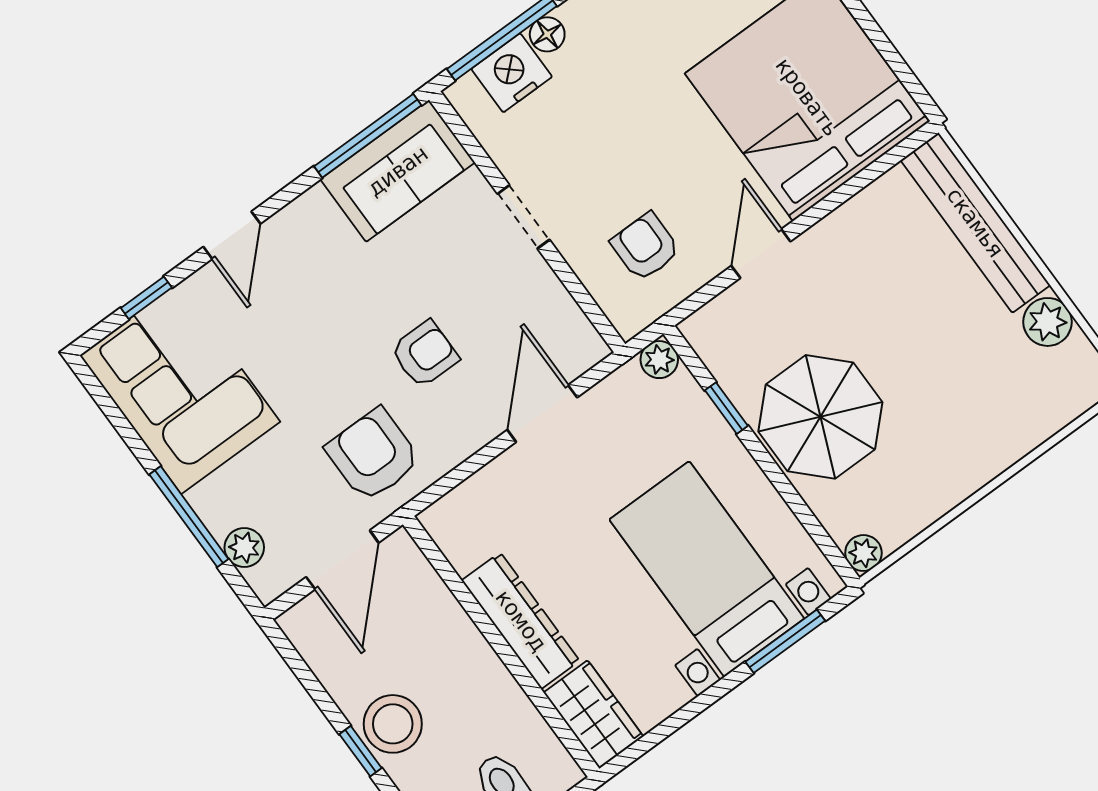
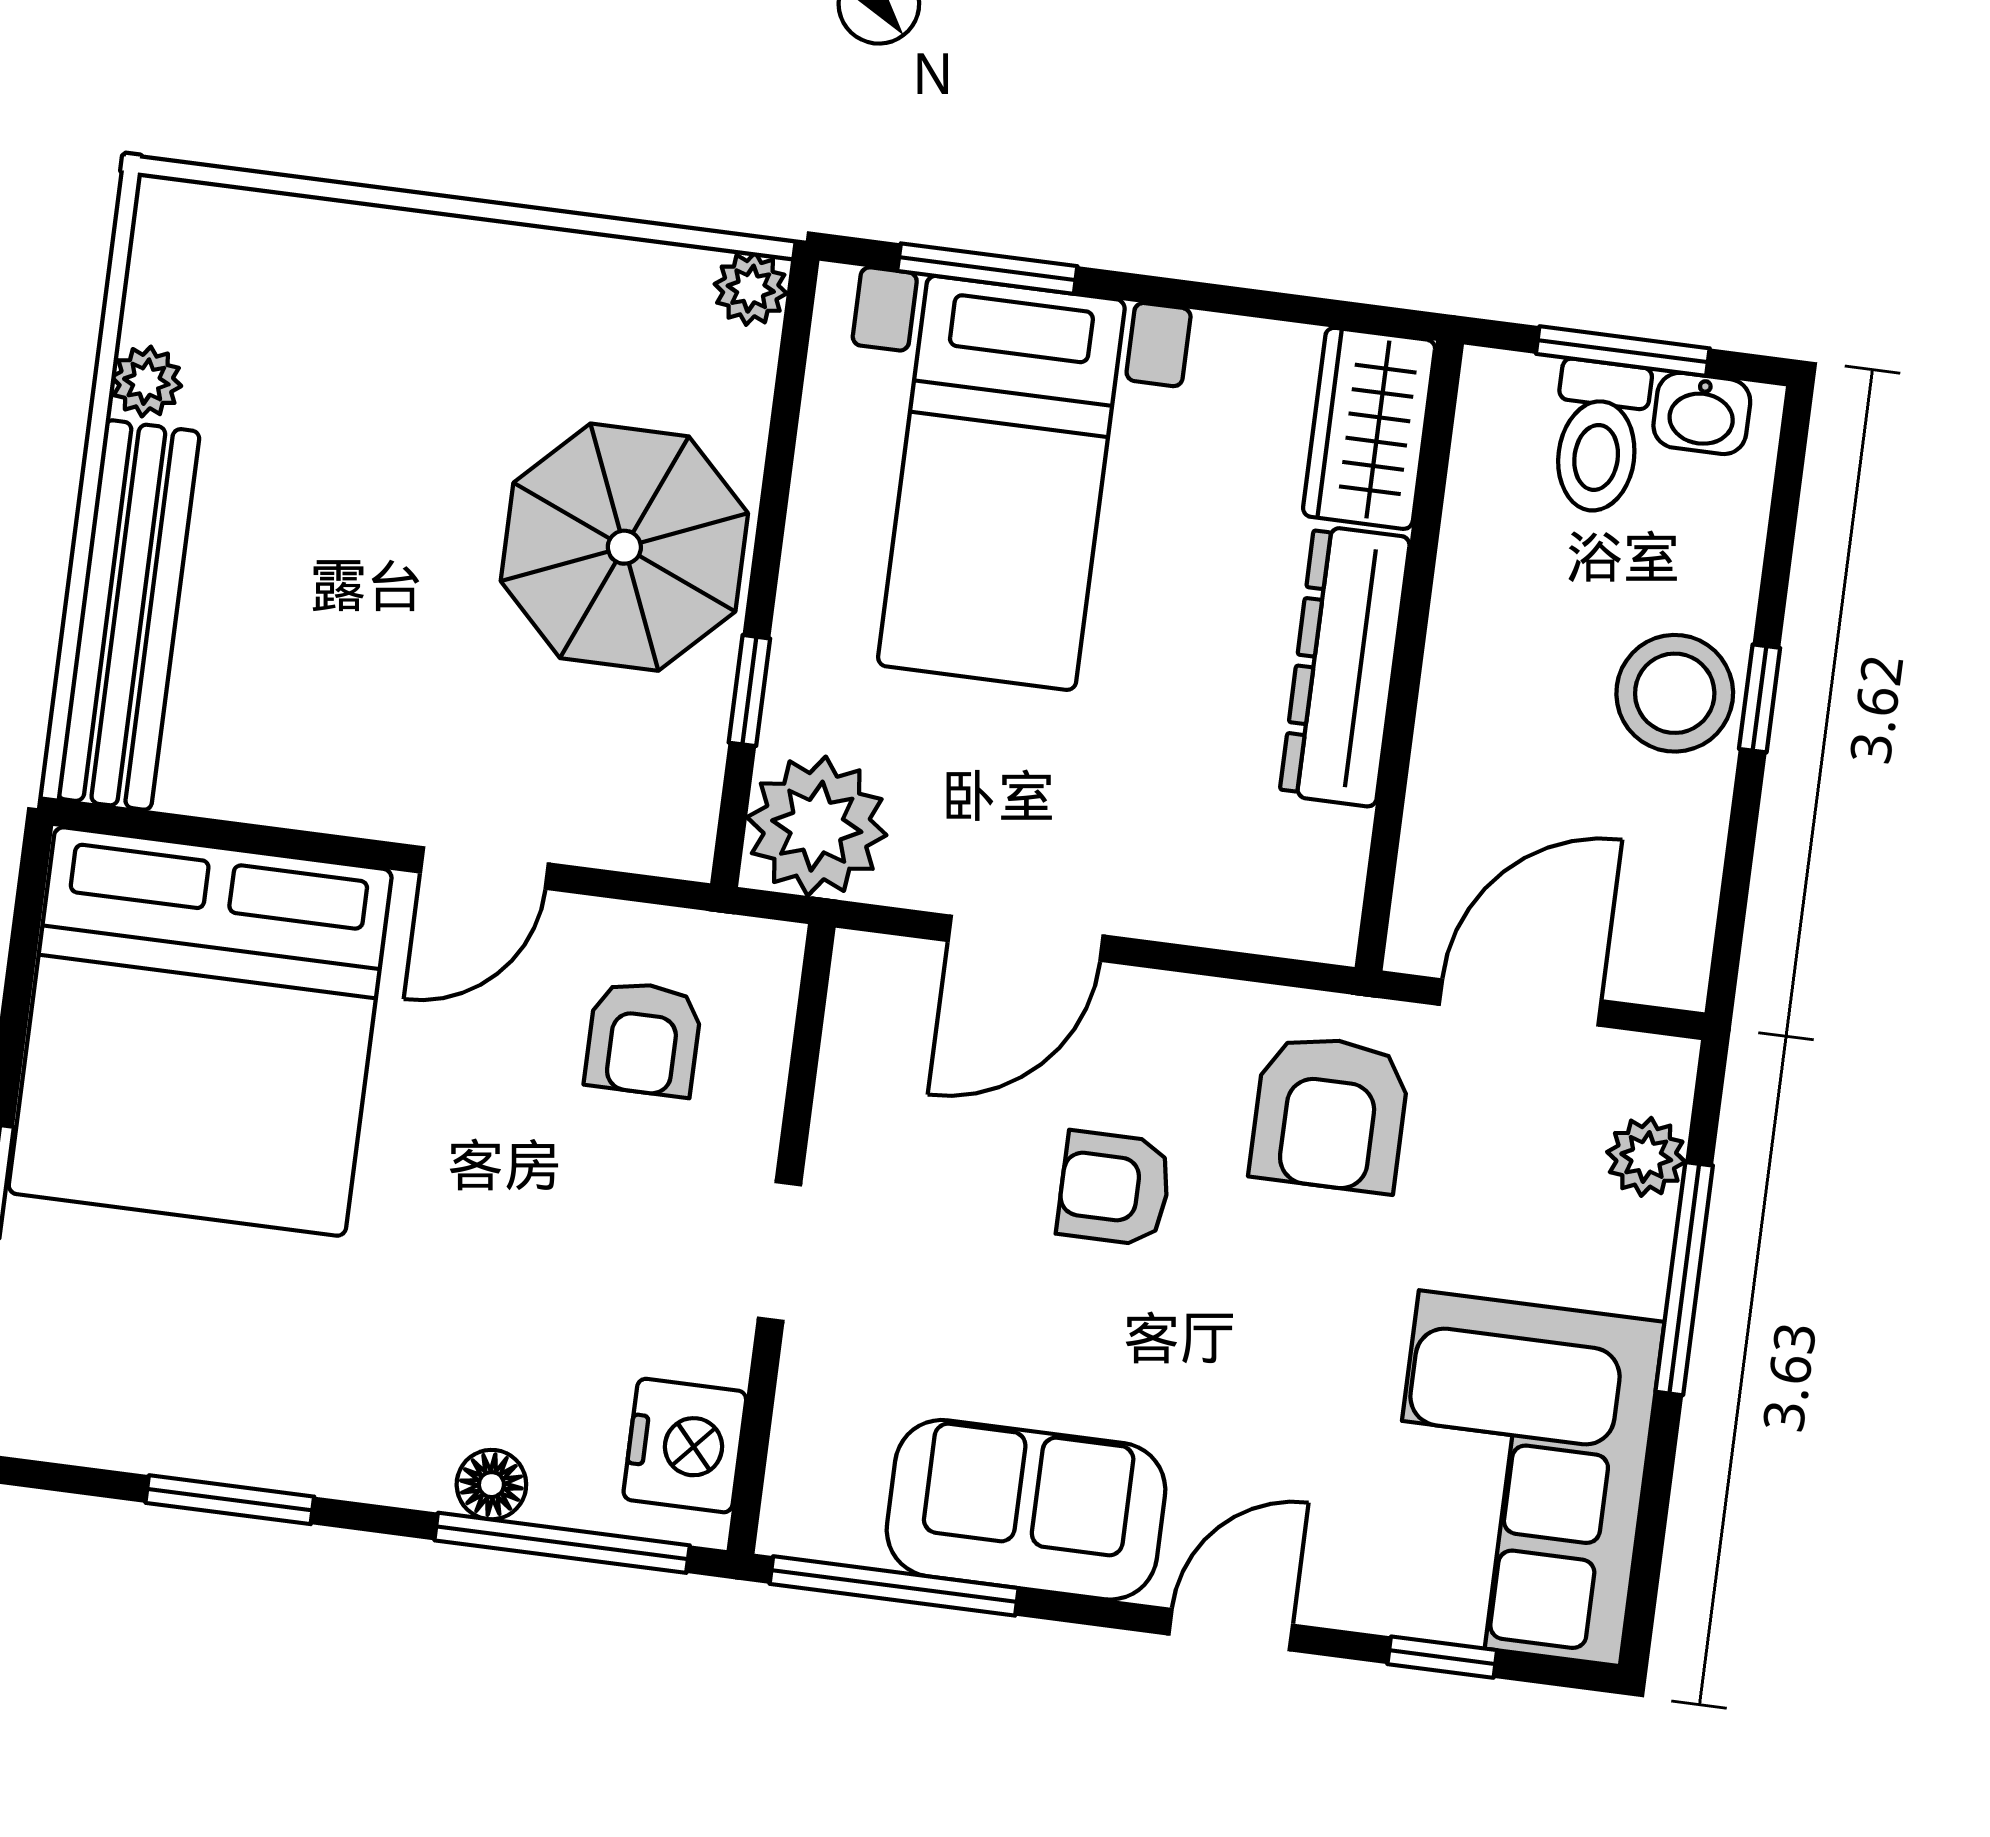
nightstand: (512, 73) -> (685, 1446), moved, turned -90
sofa: (398, 171) -> (1026, 1510), moved
plant: (1047, 322) -> (146, 382), width x0.73, depth x0.73
plant: (659, 360) -> (817, 826), width x1.87, depth x1.87

